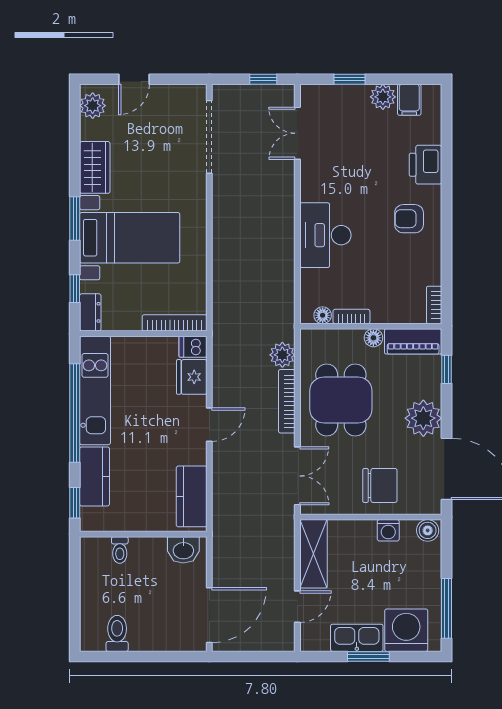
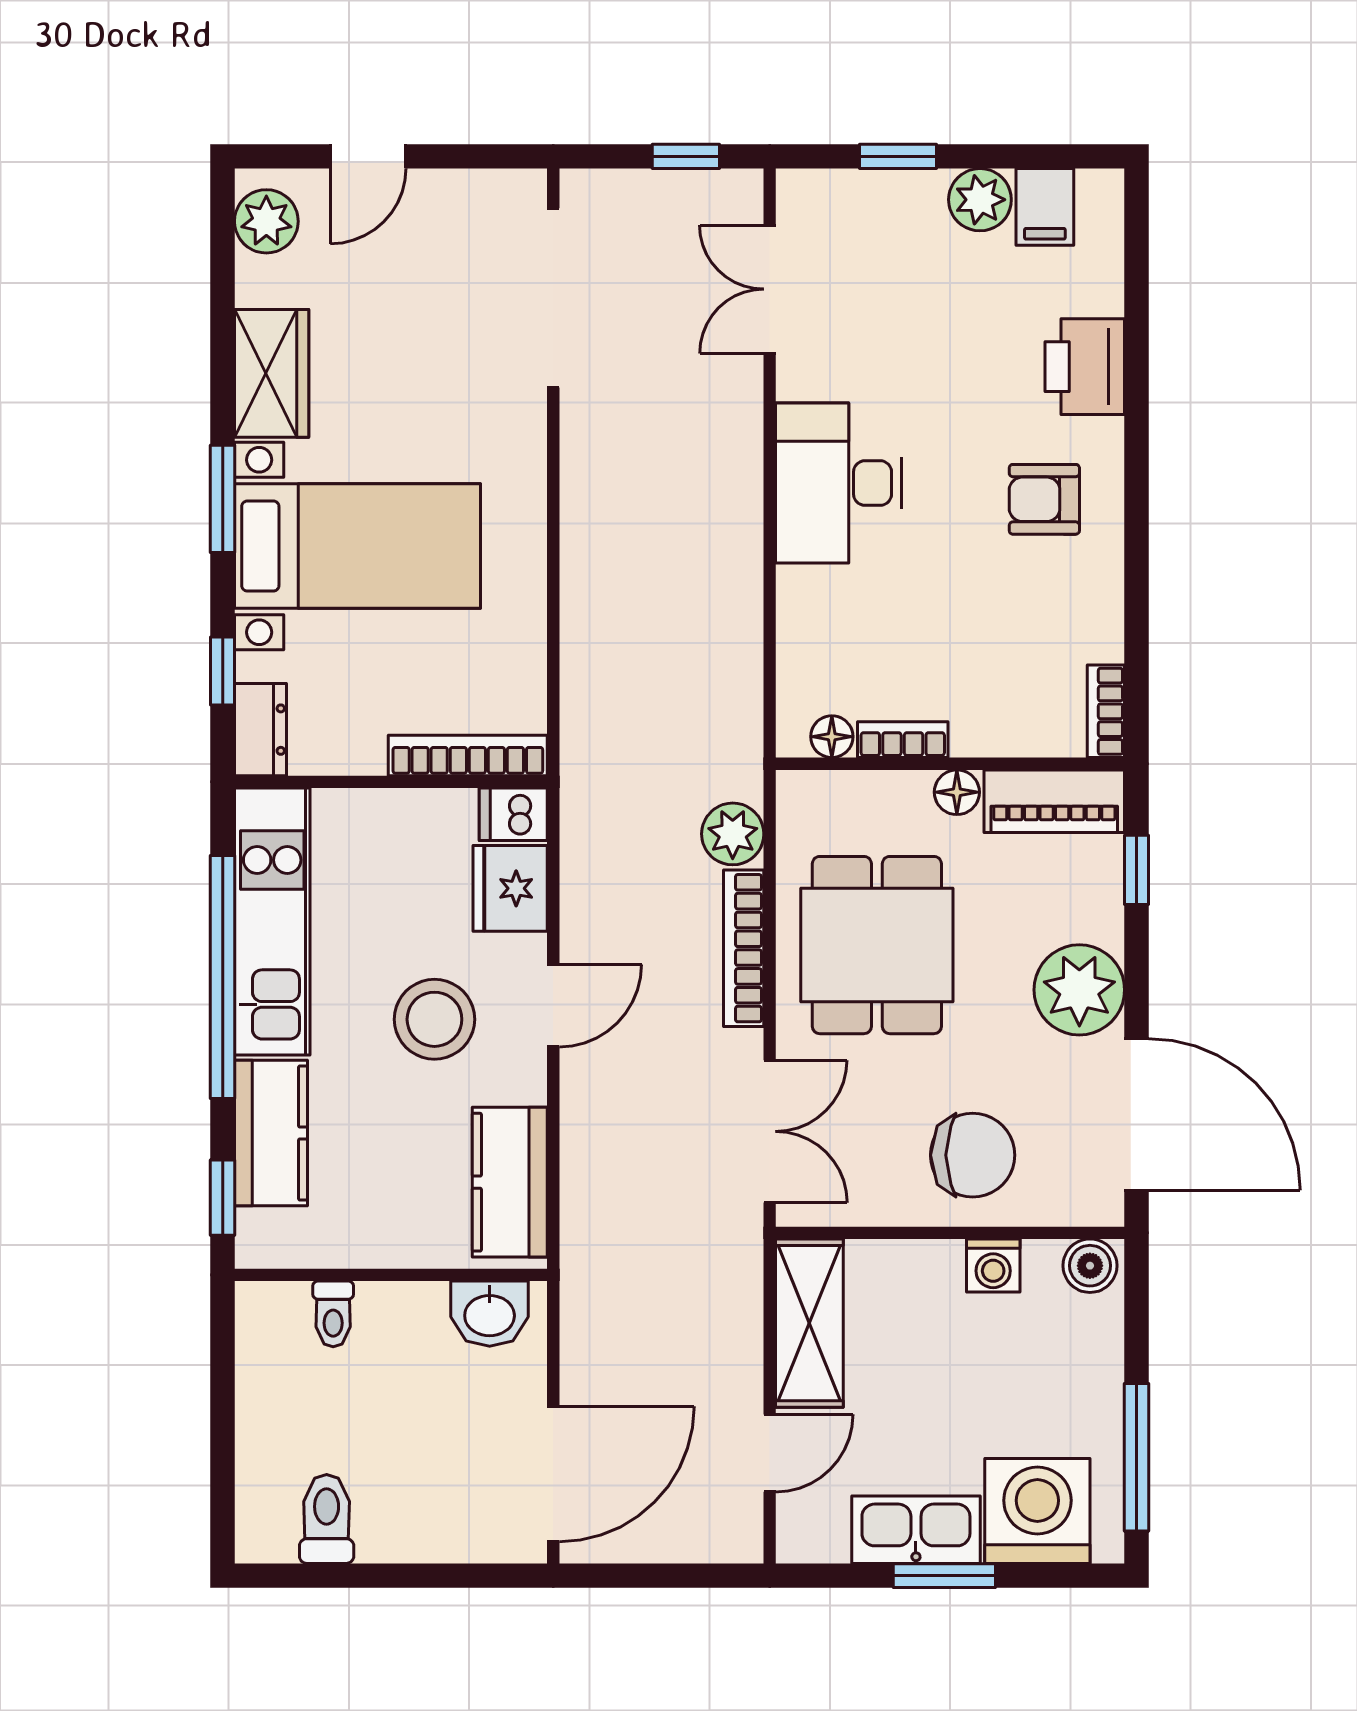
desk: (325, 235) -> (839, 483), moved
stool: (161, 430) -> (434, 1019), added

